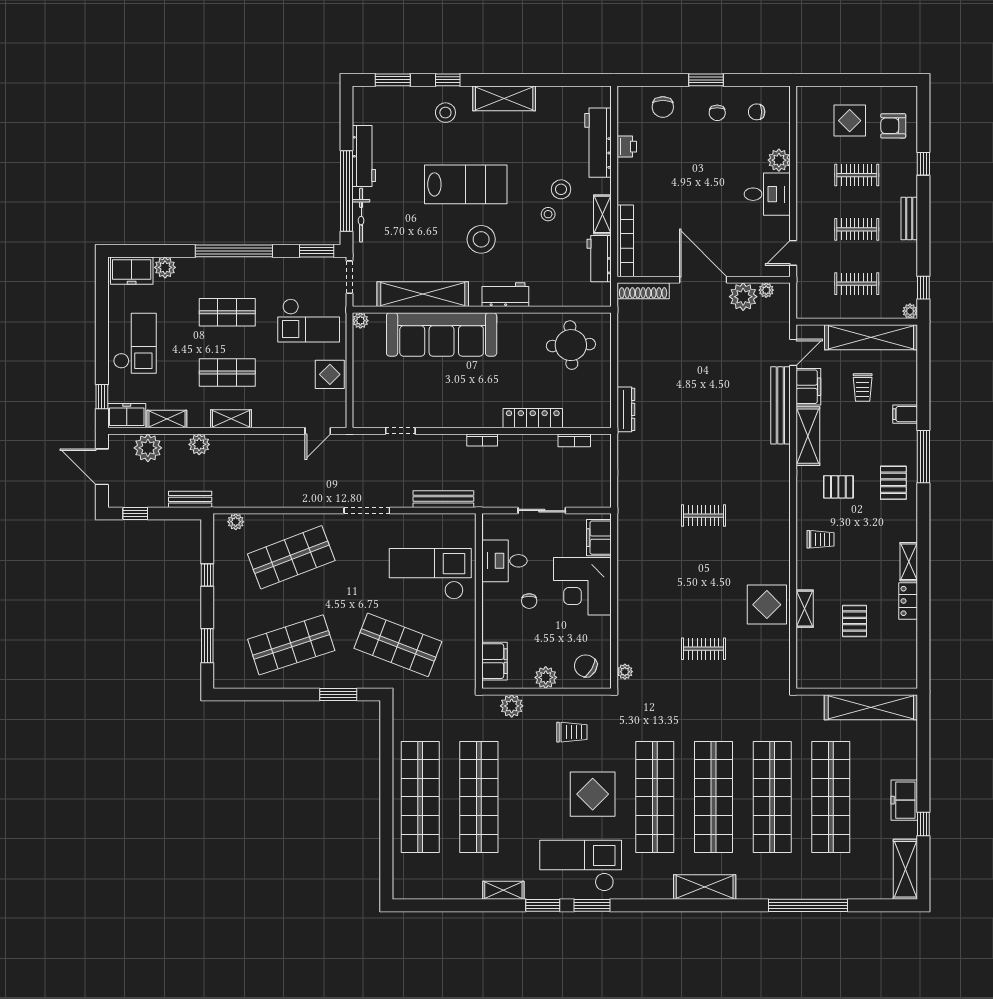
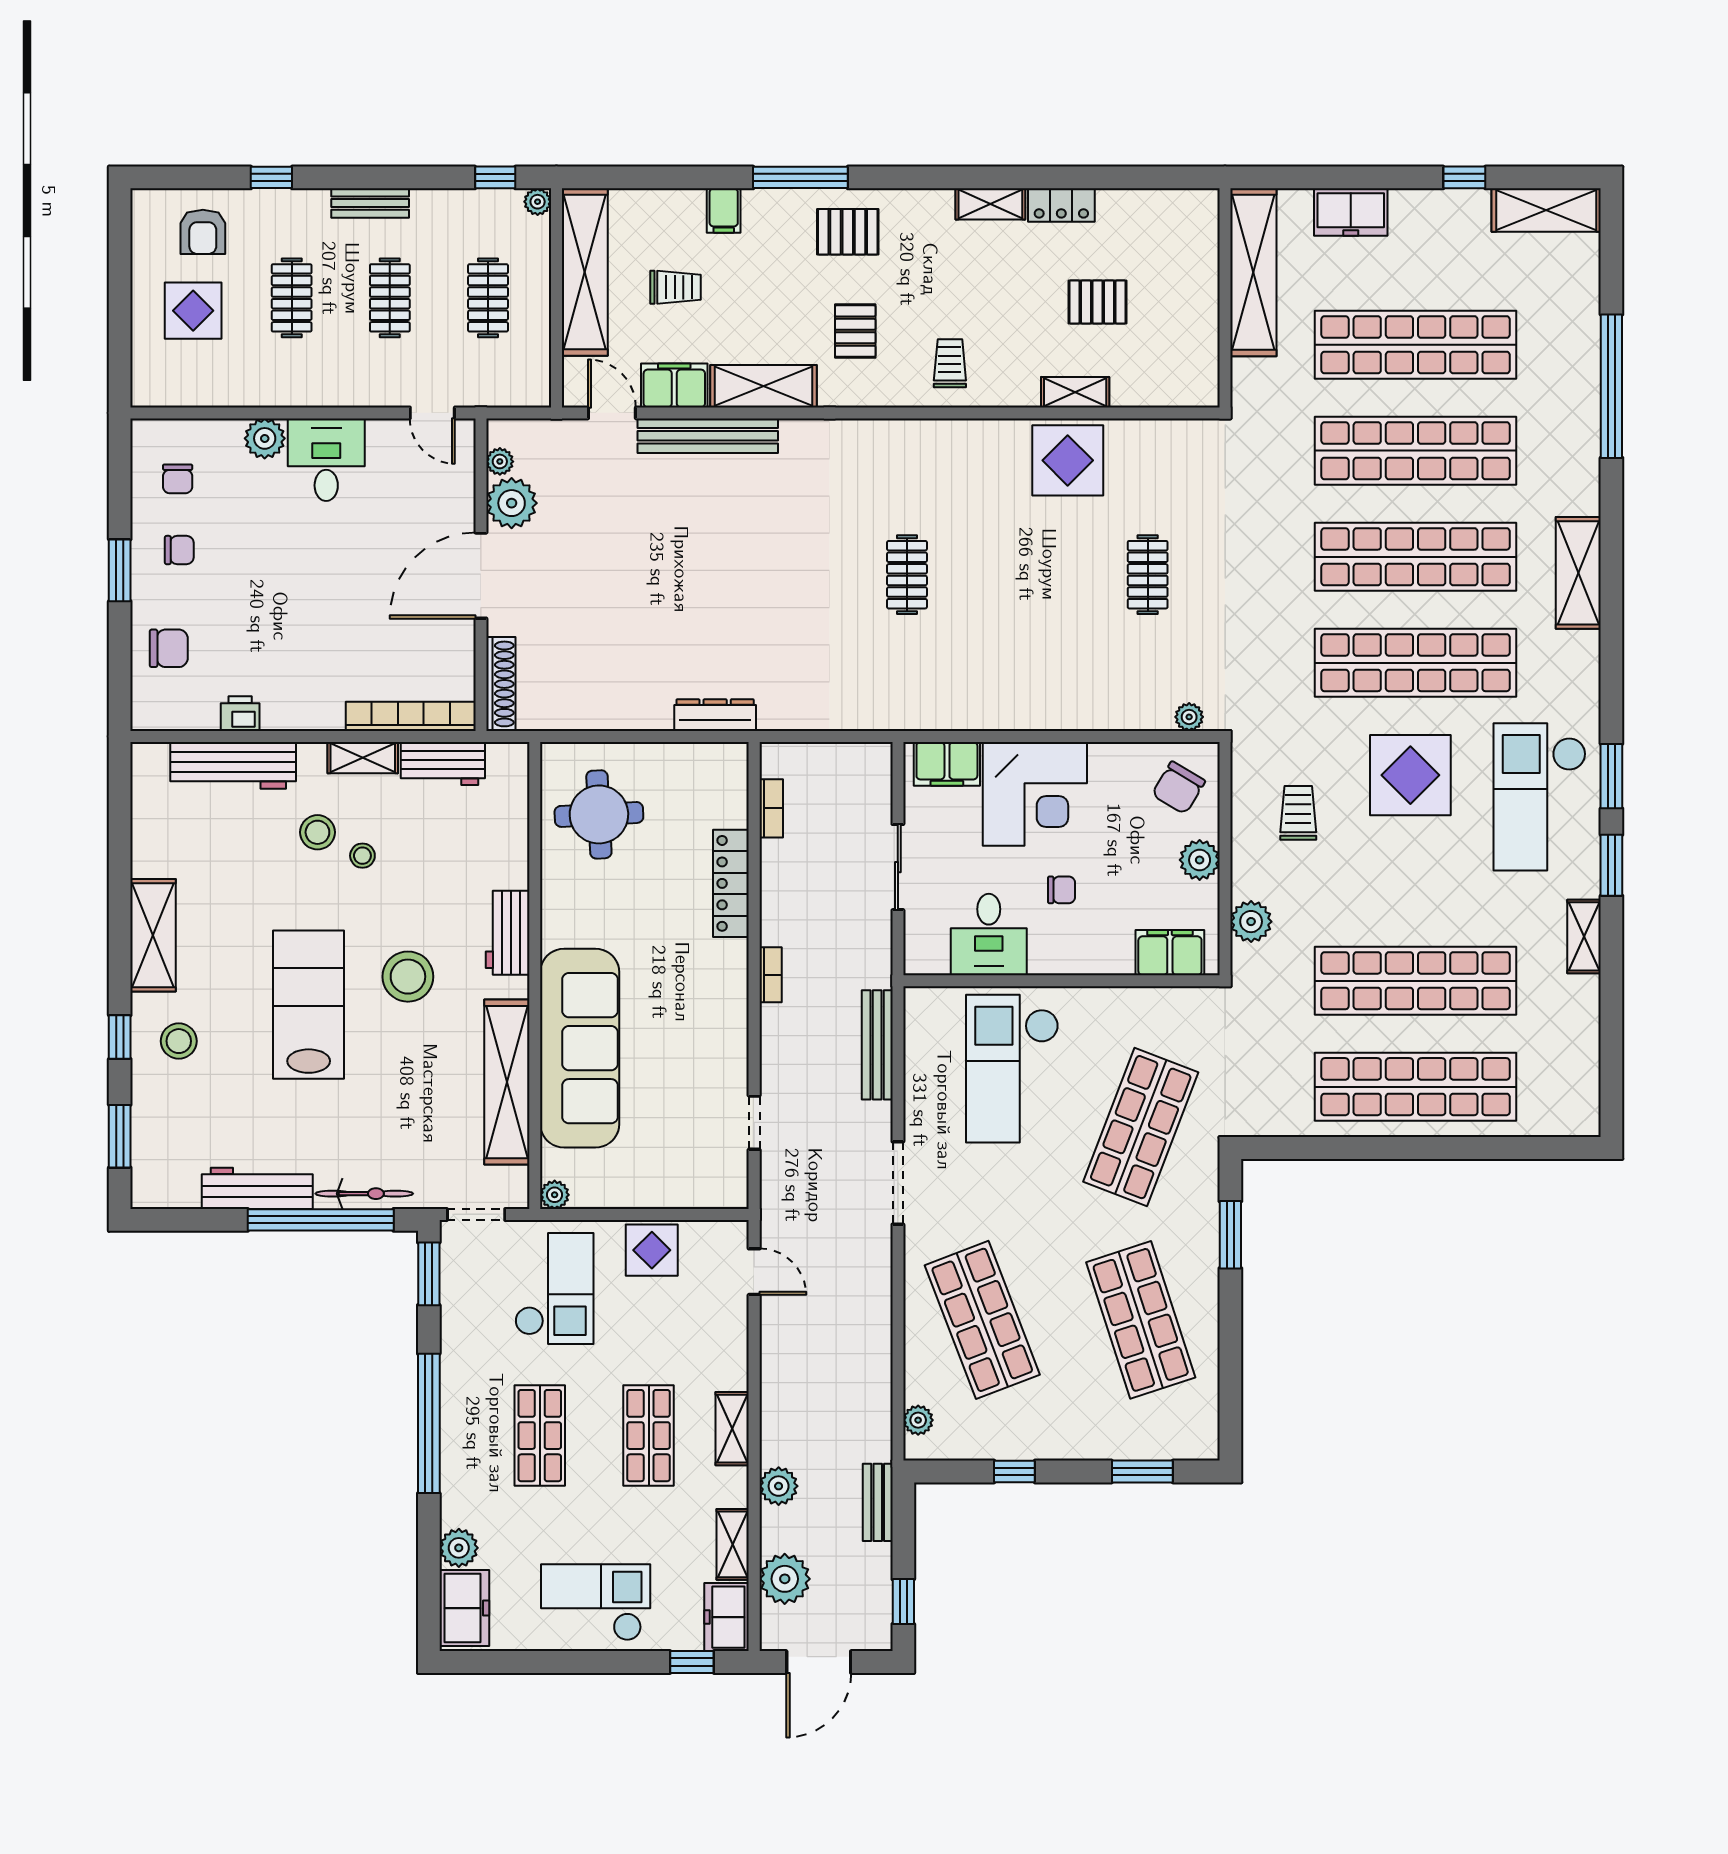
freezer: (904, 800) -> (1351, 212), moved

